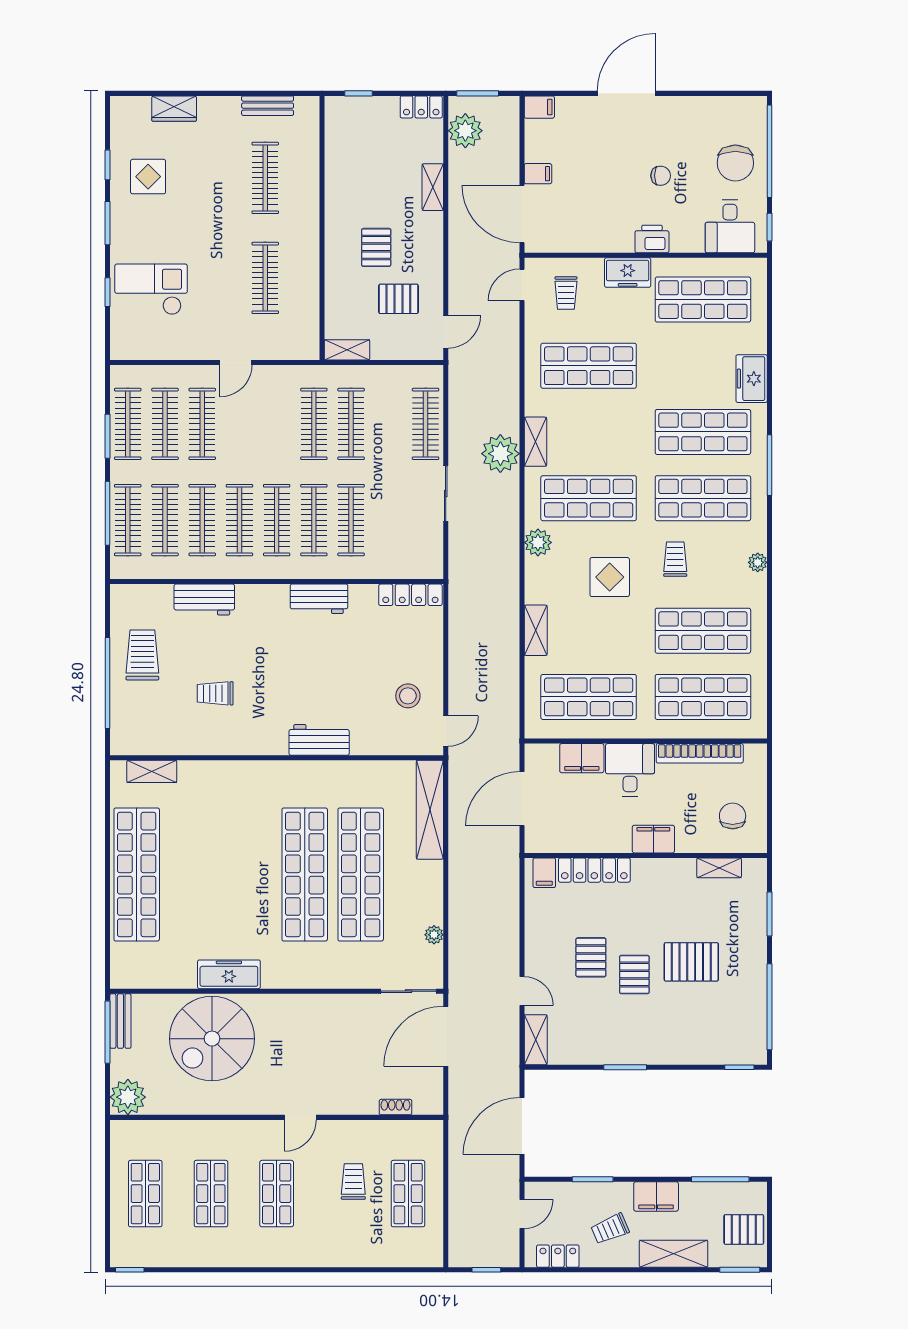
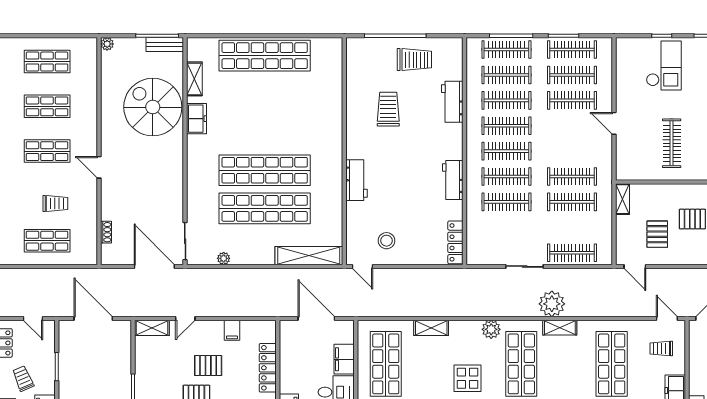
clothes rail: (265, 278) -> (672, 143), turned 90
trolley: (215, 693) -> (388, 109), width x1.36, depth x1.39
shelving: (152, 771) -> (194, 79), moved
filing cabinet: (544, 873) -> (232, 330), moved, turned -90
freezer: (229, 974) -> (197, 119), width x0.71
plant: (128, 1097) -> (107, 44), width x0.53, depth x0.53

